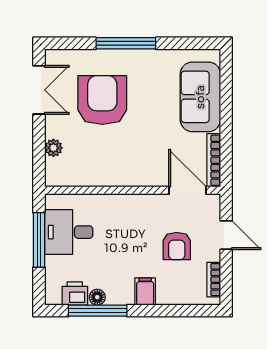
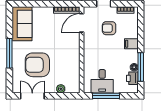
sofa: (200, 97) -> (22, 24), moved, turned -90
armchair: (177, 246) -> (109, 28), turned 180

